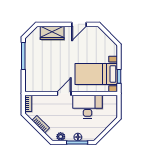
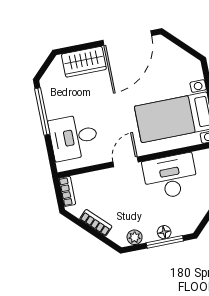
door: (79, 24) -> (127, 38), width x1.87
desk: (38, 74) -> (74, 137), added

